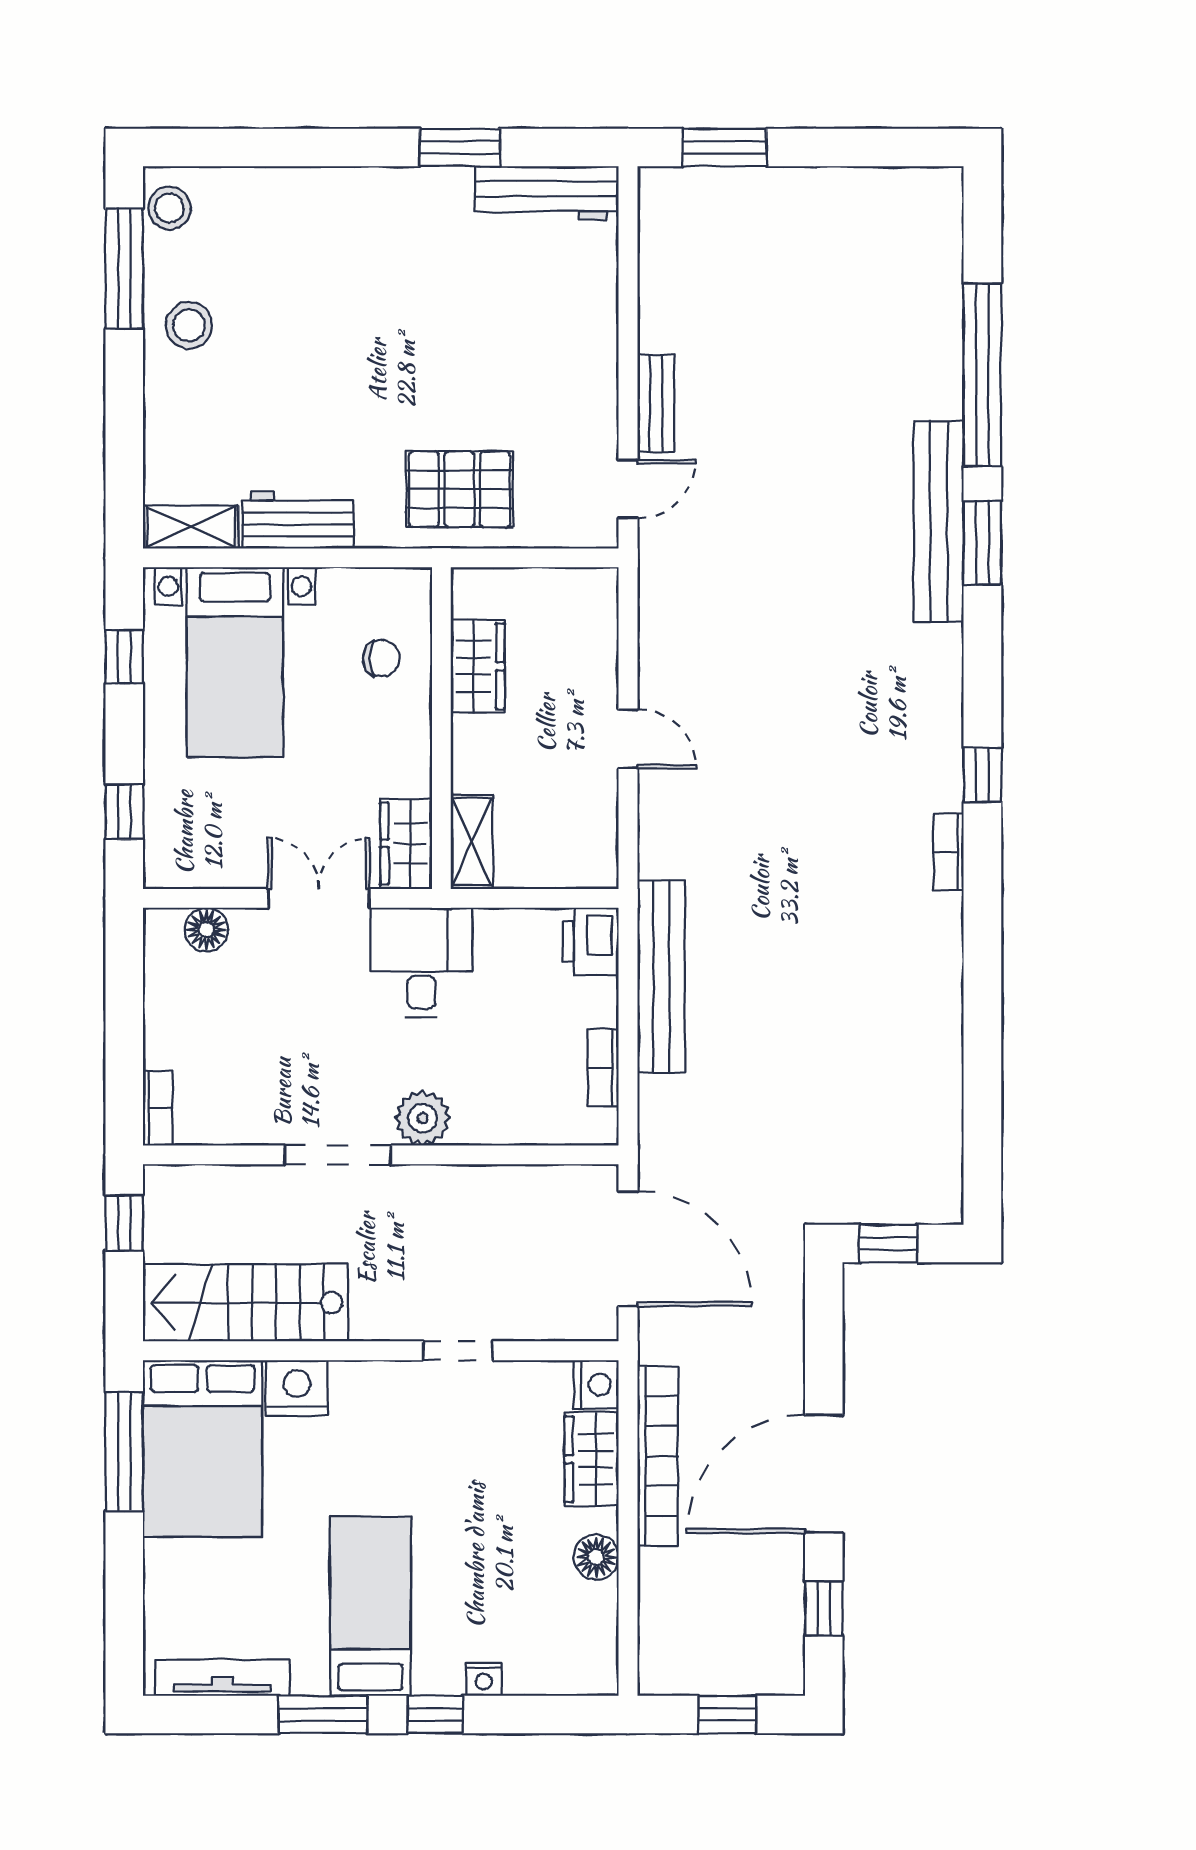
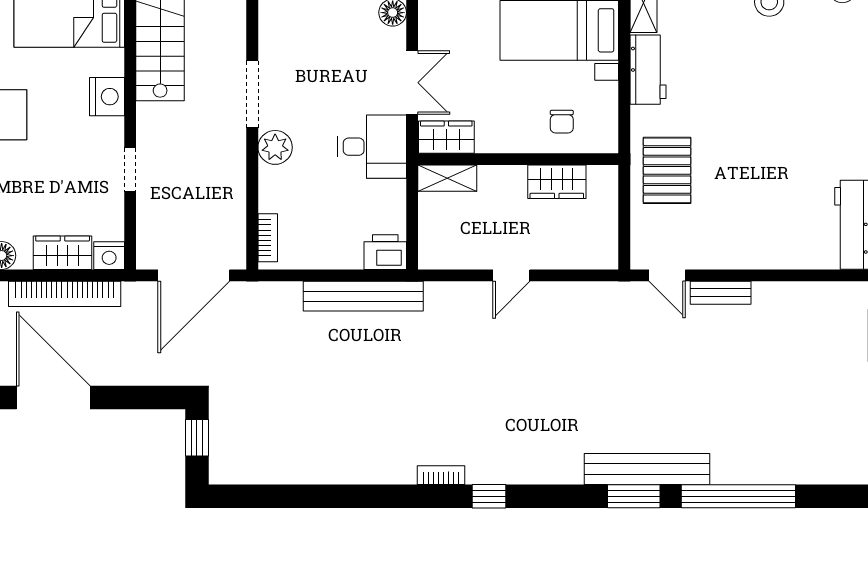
bookcase: (603, 1068) -> (268, 238), moved, turned 90
nightstand: (297, 1388) -> (107, 97), moved

